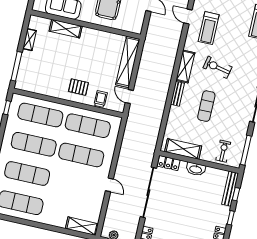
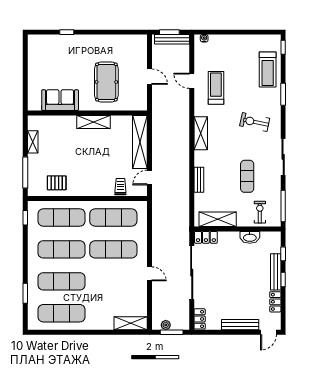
treadmill: (209, 28) -> (216, 88), turned 180
shelving: (66, 29) -> (93, 122), moved
exercise bike: (217, 67) -> (255, 122), moved
pallet: (78, 87) -> (57, 183), moved
bench: (177, 94) -> (199, 180), moved
door: (129, 97) -> (150, 178), hinge flipped
exercise mat: (206, 106) -> (247, 176), moved
washbasin: (196, 169) -> (250, 237), moved
bench: (230, 189) -> (276, 272), moved

